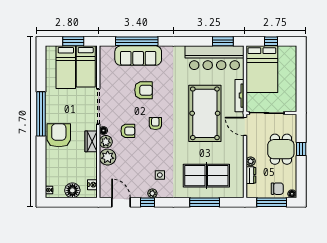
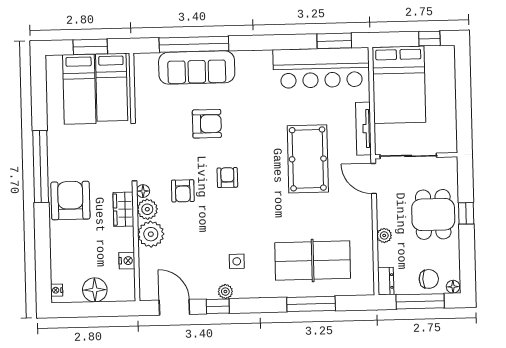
window: (271, 41) -> (429, 39), moved
pool table: (205, 113) -> (308, 159), width x0.73, depth x0.76
armchair: (128, 131) -> (183, 191), turned 90
dresser: (251, 175) -> (386, 281), moved
nightstand: (92, 185) -> (127, 261), moved

